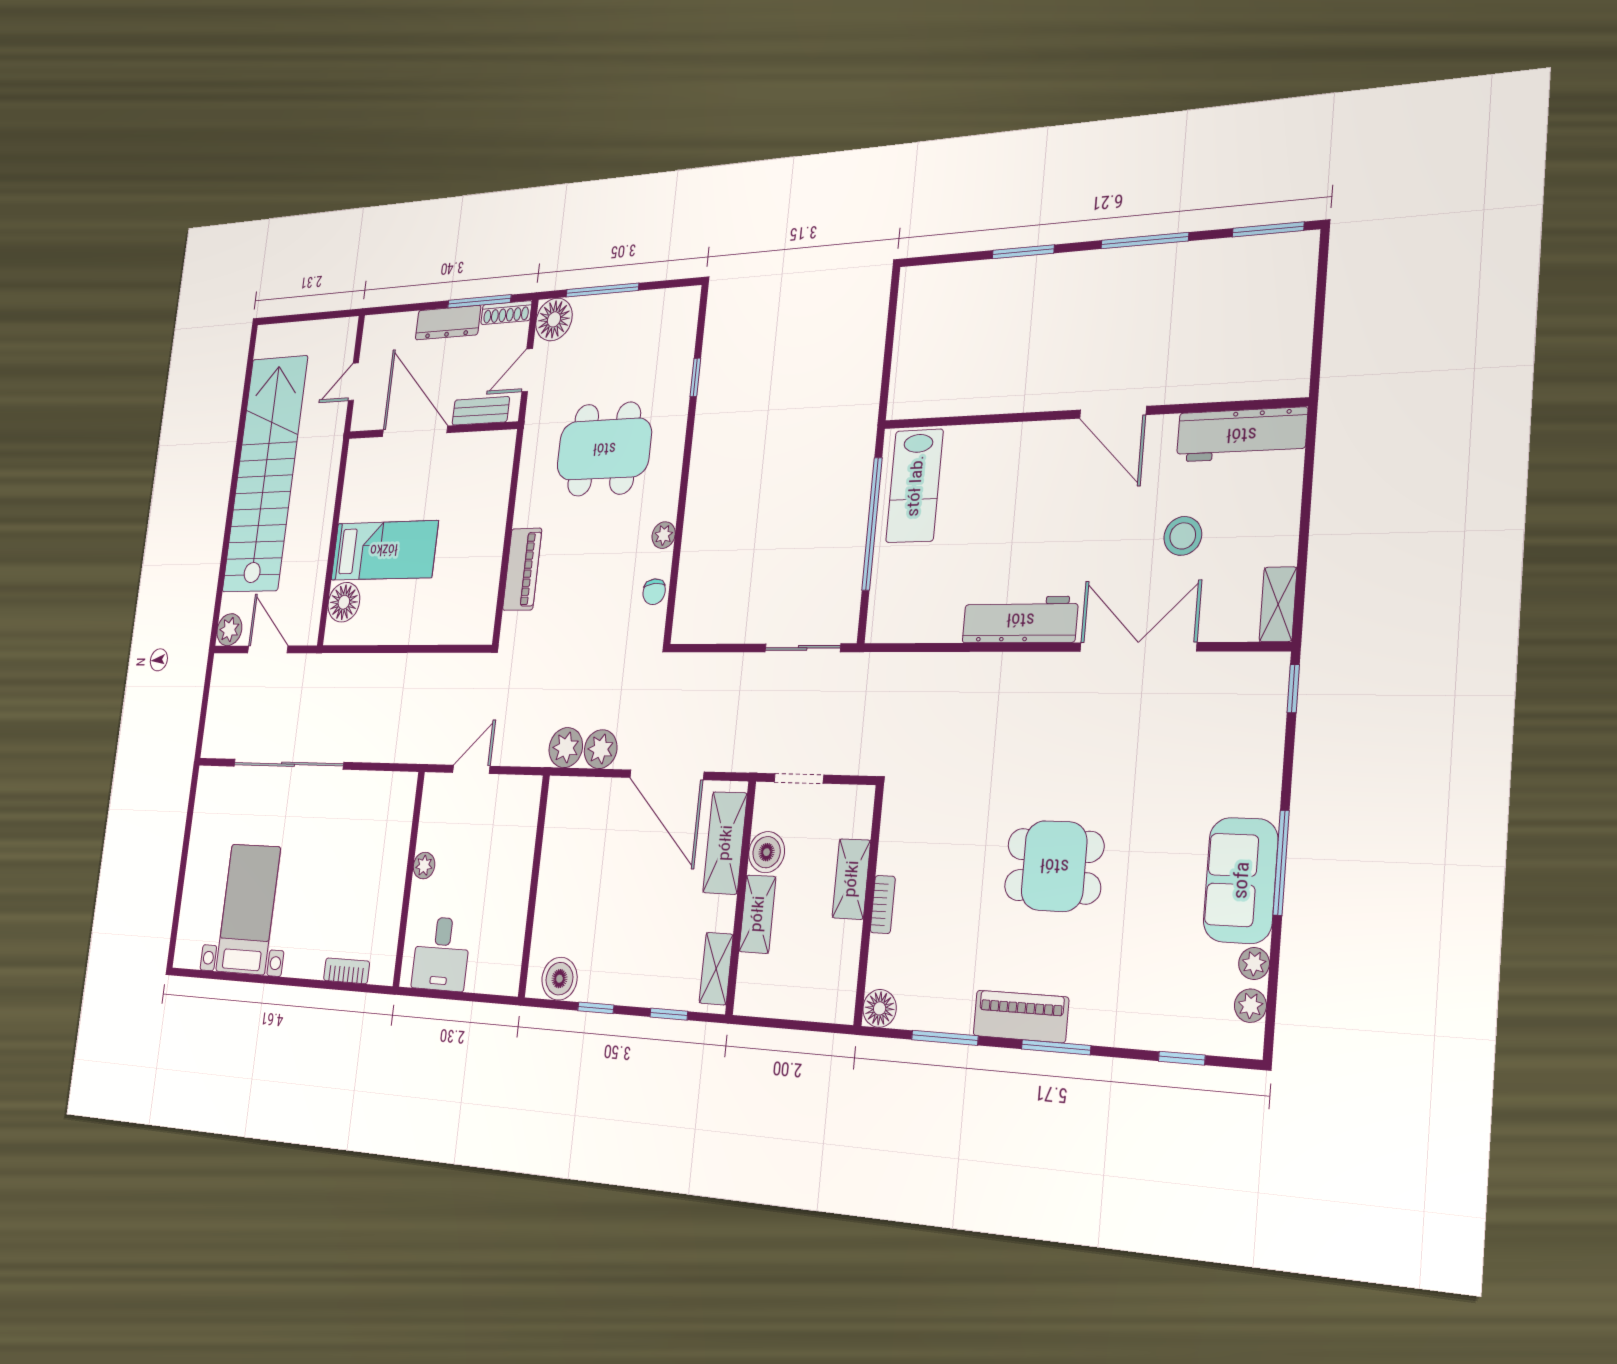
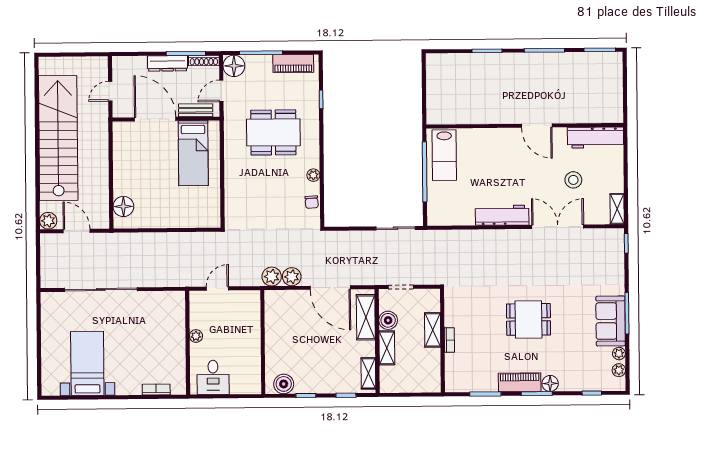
bed: (384, 550) -> (193, 153), moved, turned 90
piano: (522, 569) -> (293, 64), moved, turned 90
floor lamp: (880, 1008) -> (550, 383), moved

